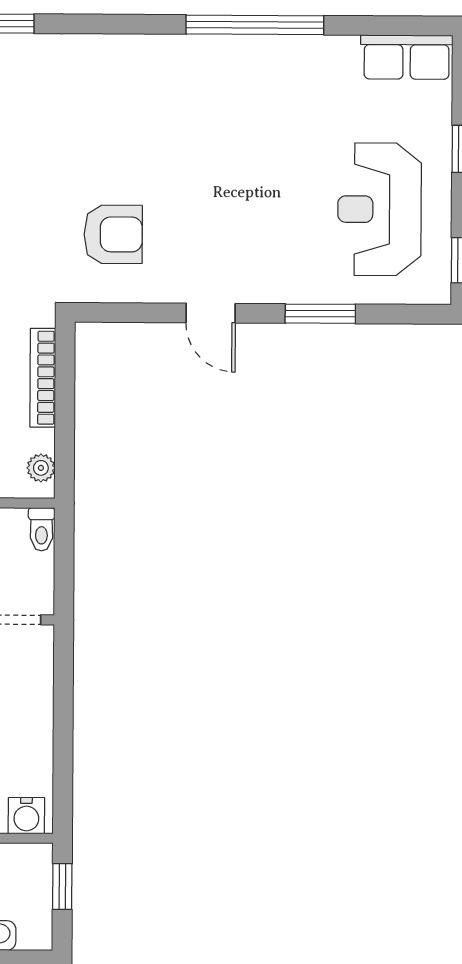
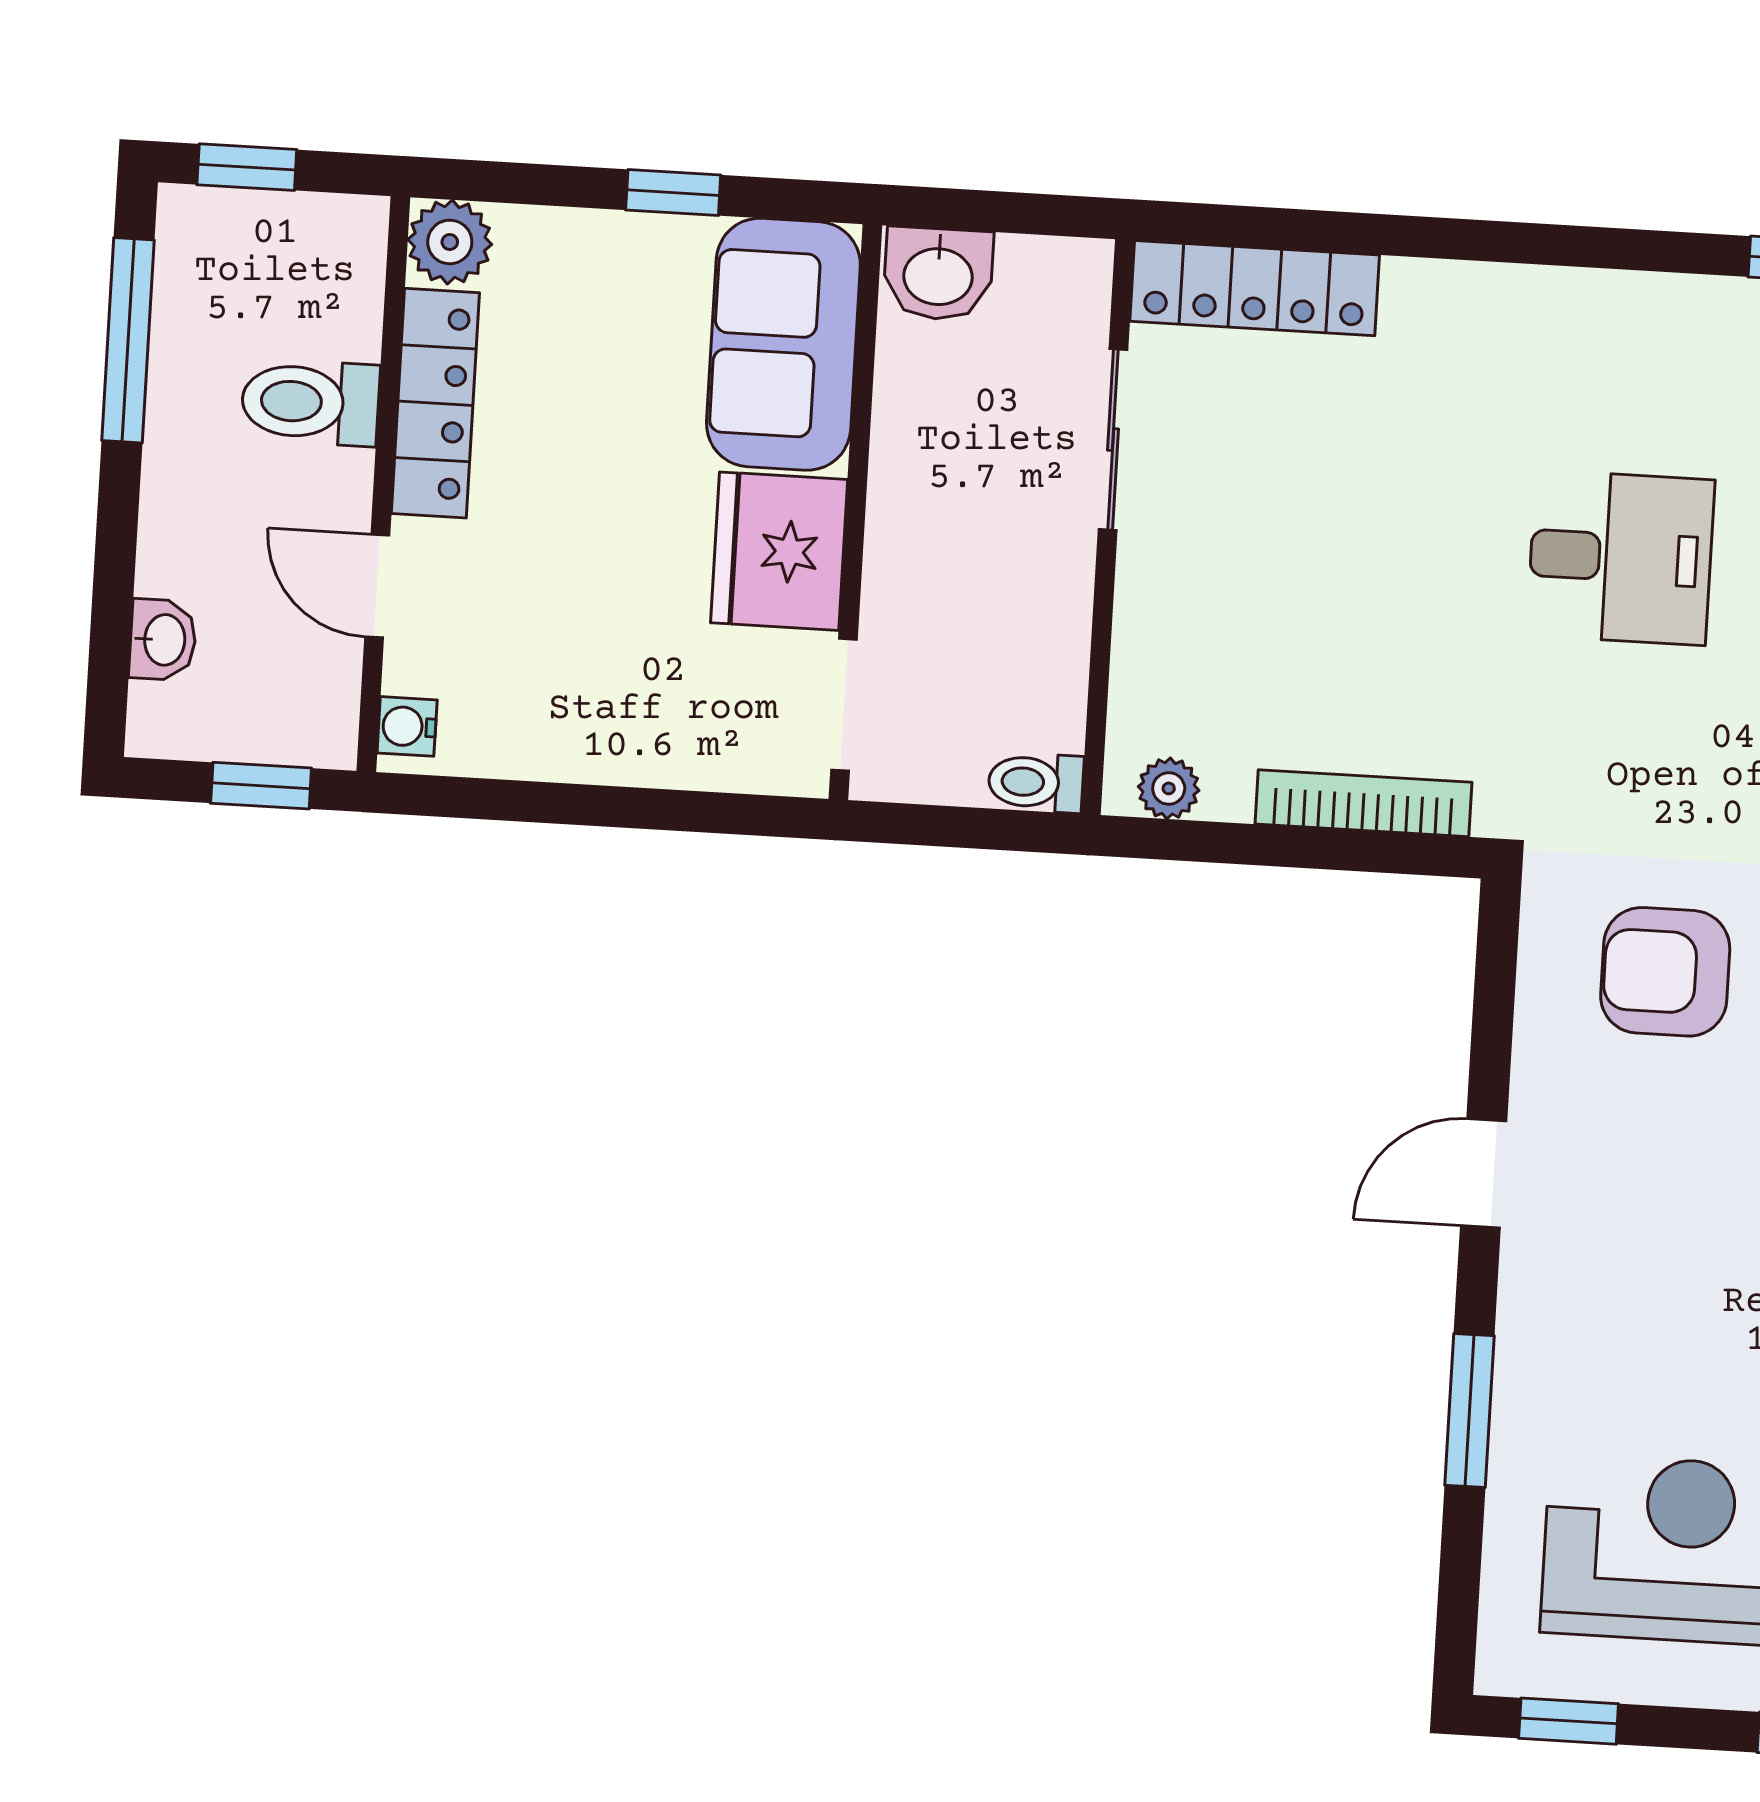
armchair: (113, 234) -> (1665, 972), turned 90
water cooler: (26, 816) -> (407, 726), width x0.72, depth x0.72

